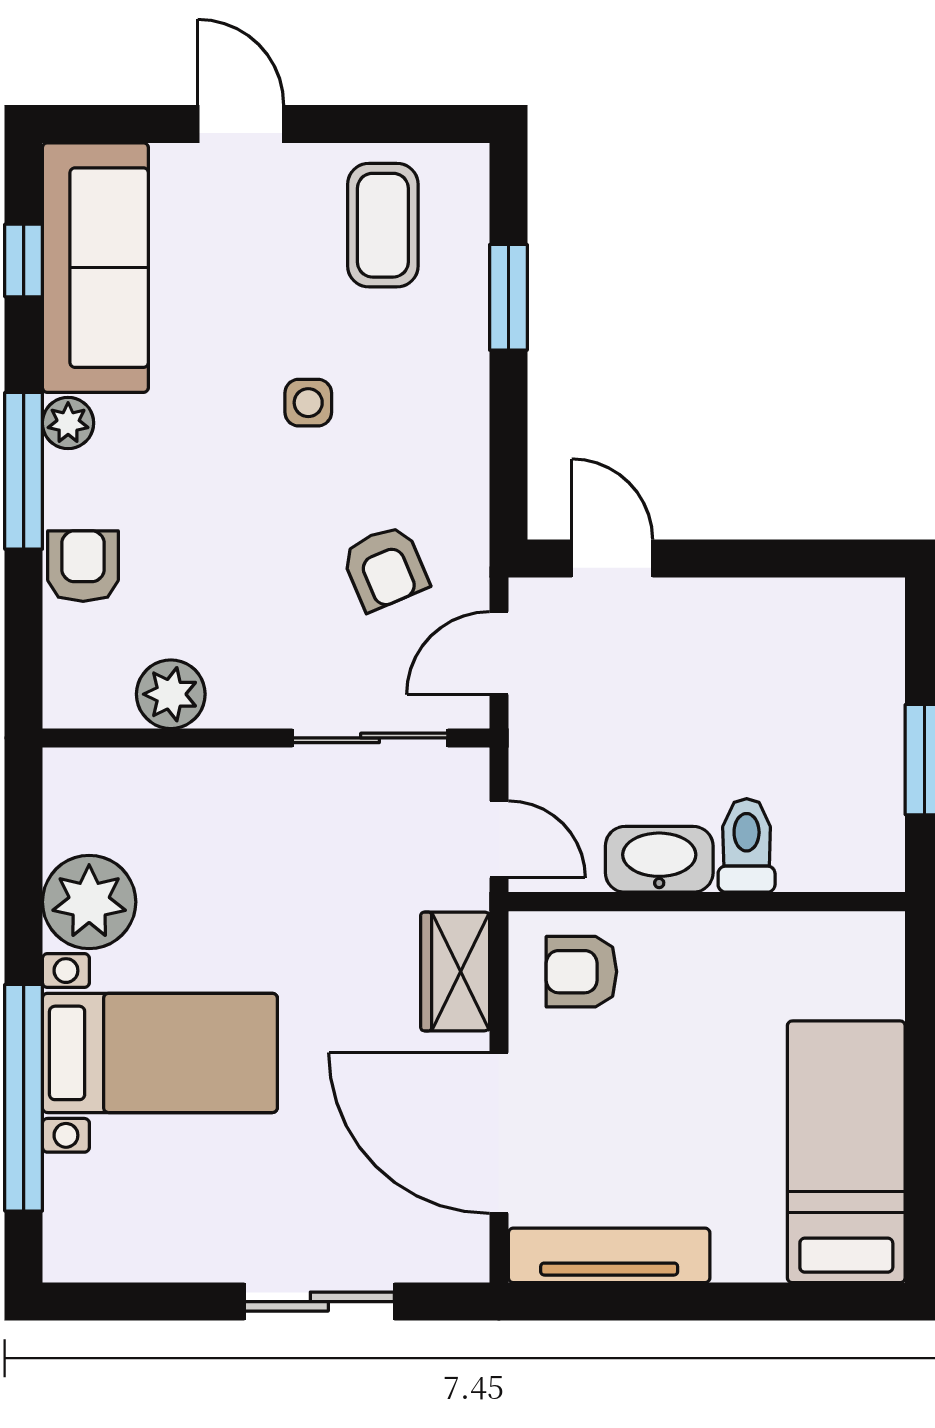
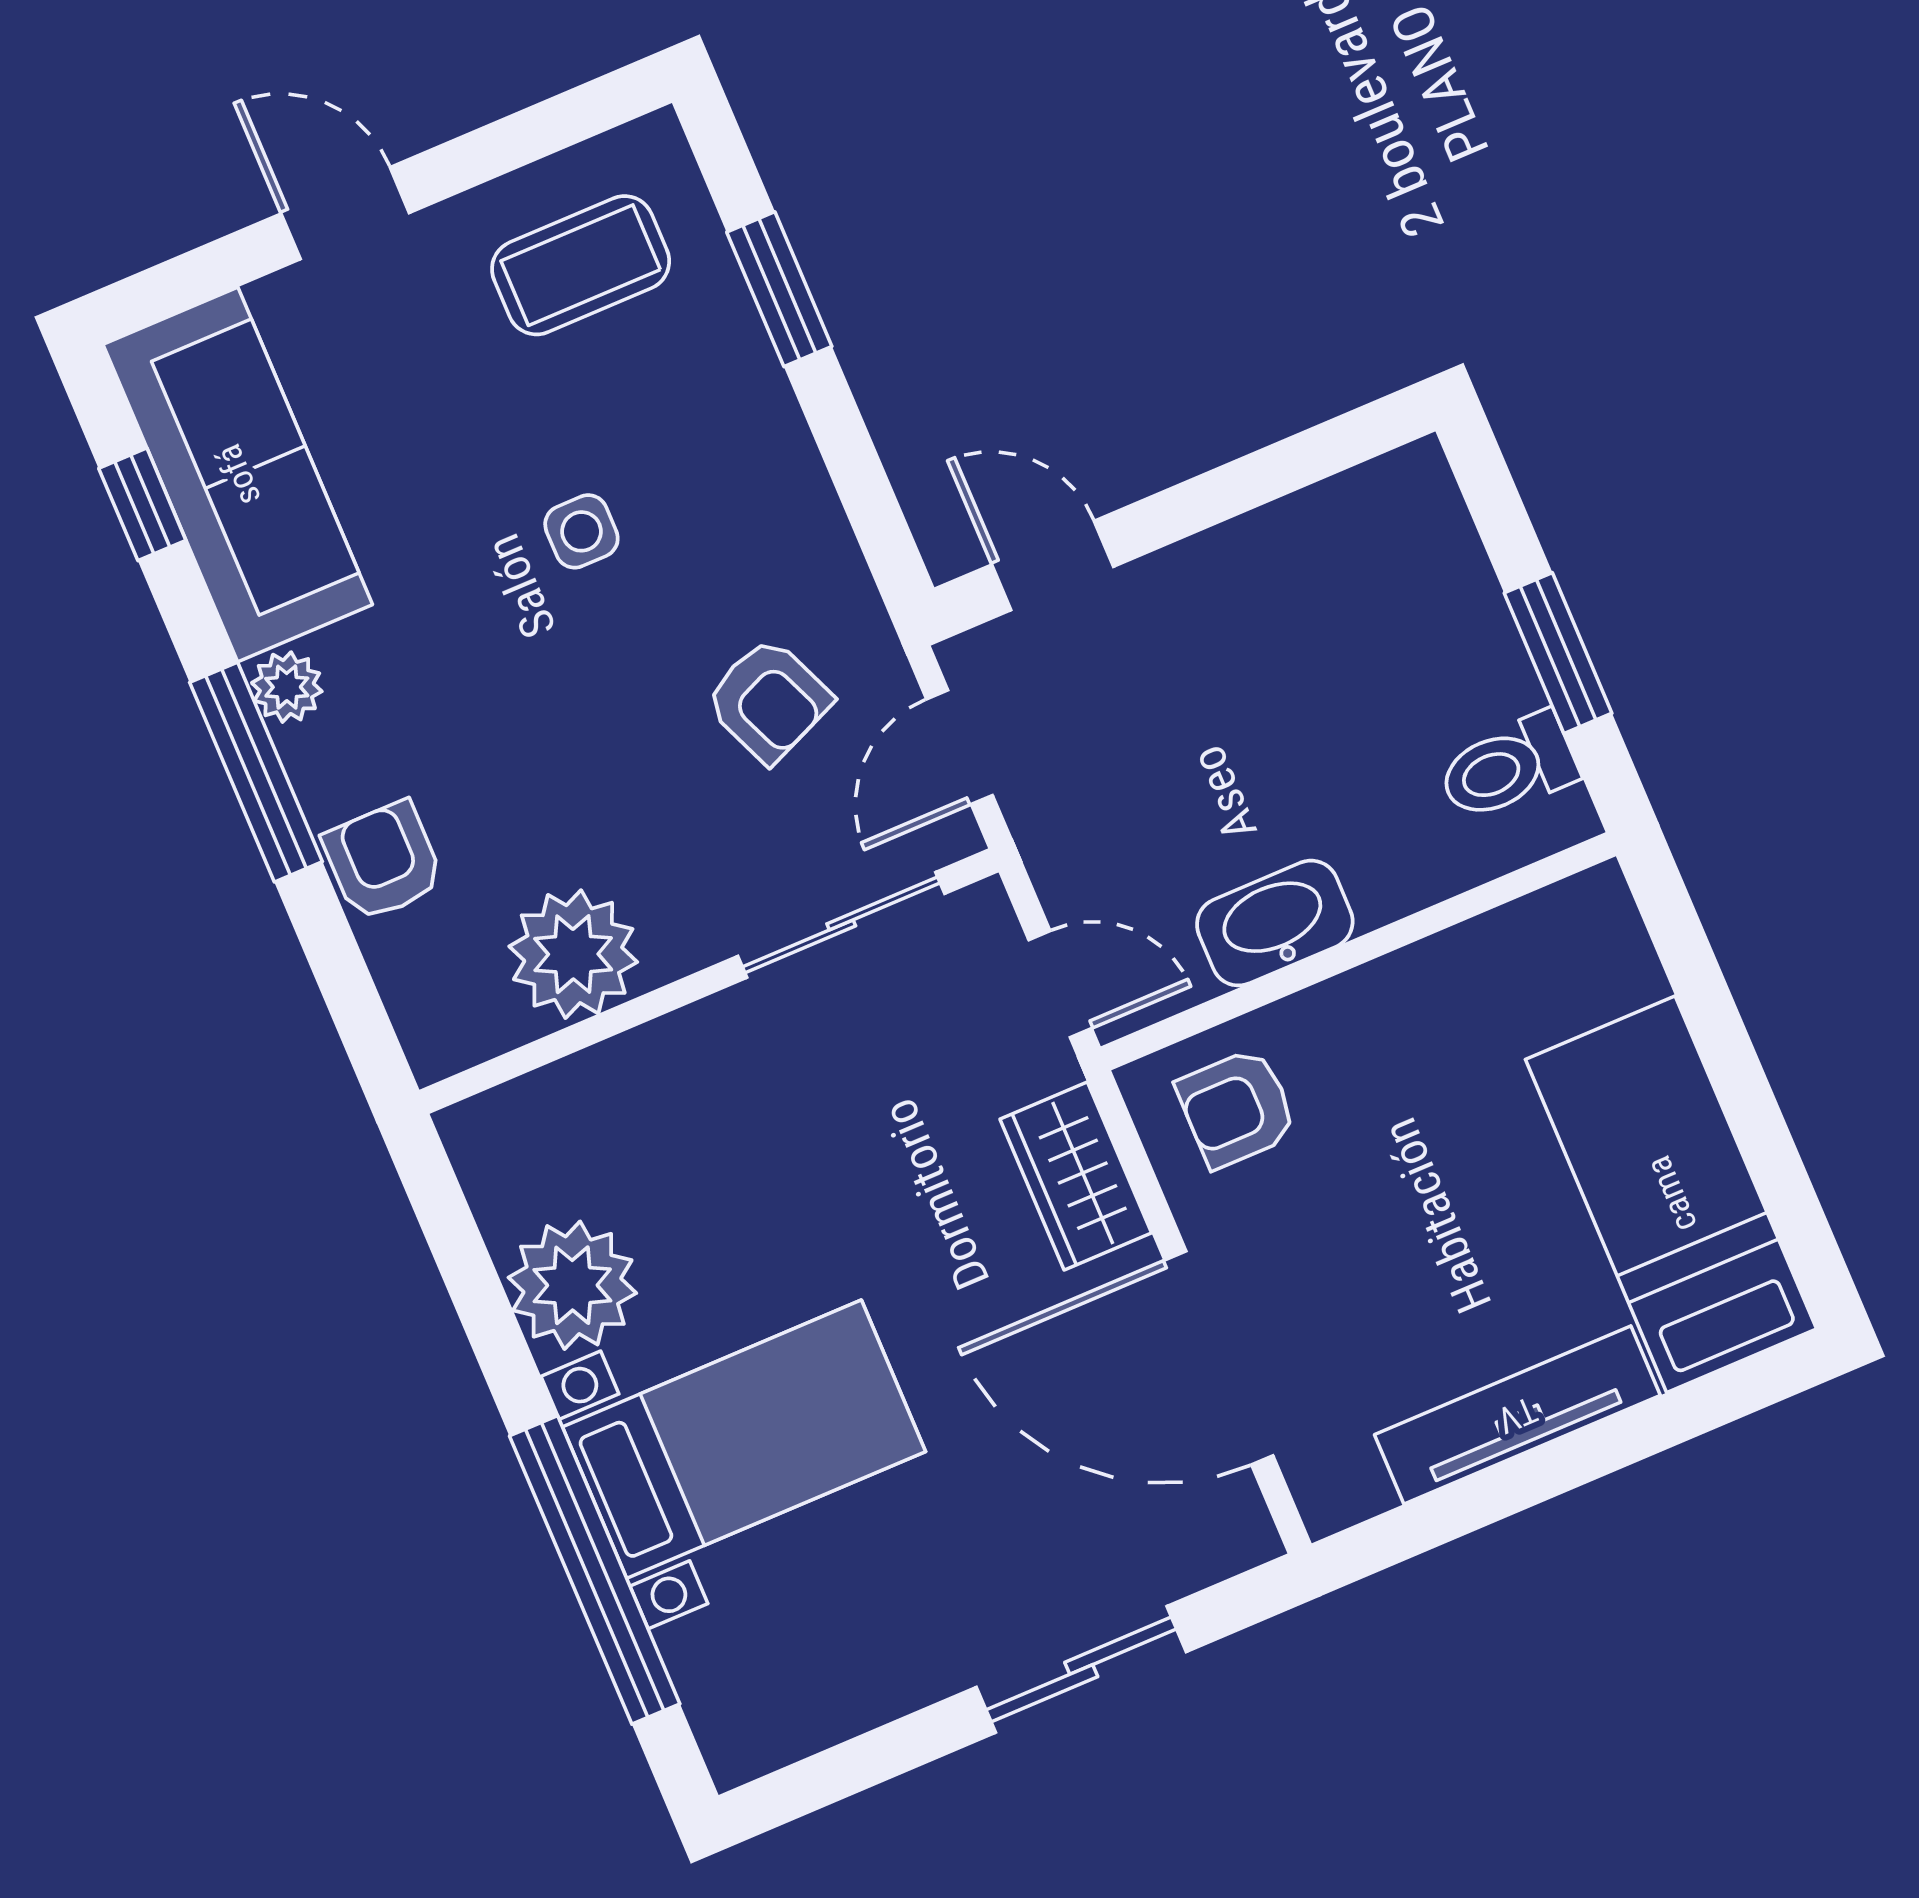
coffee table: (383, 225) -> (581, 265), turned 90
plant: (171, 694) -> (573, 954), width x1.36, depth x1.36
toilet: (747, 845) -> (1508, 768), moved, turned -90
tv unit: (609, 1255) -> (1517, 1415), moved

